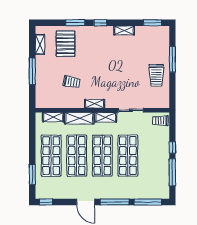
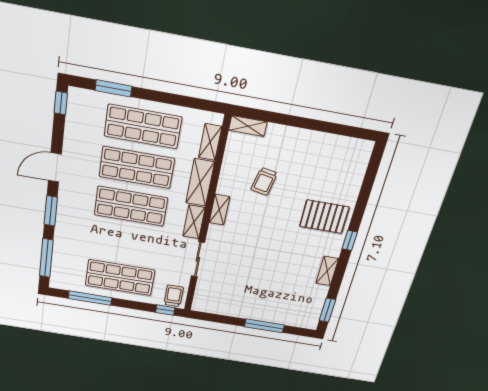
window: (75, 23) -> (361, 204), removed
shelving: (40, 44) -> (248, 126), moved
pallet: (65, 44) -> (324, 217), moved
window: (32, 71) -> (298, 122), removed
trolley: (156, 75) -> (245, 302), removed
window: (172, 147) -> (165, 310), moved
shop shelf: (128, 156) -> (120, 278), moved
window: (114, 202) -> (51, 211), width x0.69

